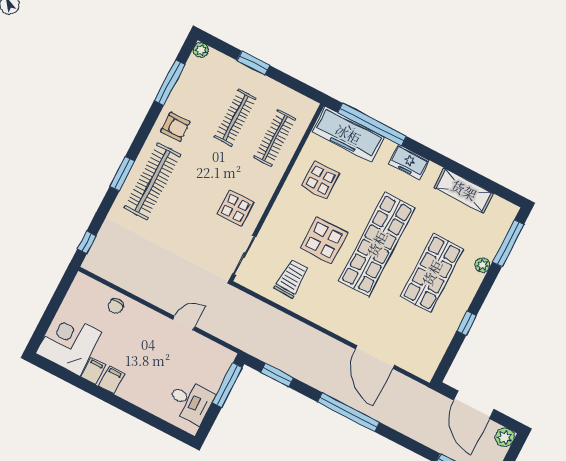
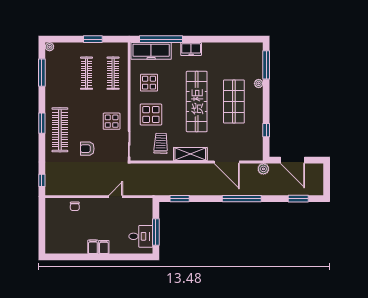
window: (253, 63) -> (93, 39), moved
armchair: (175, 127) -> (87, 149), moved, turned 180
window: (122, 174) -> (42, 123), moved
shelving: (464, 190) -> (190, 154), moved
display table: (324, 240) -> (151, 115), moved
window: (467, 323) -> (266, 130), moved
corner desk: (69, 343) -> (60, 239), removed
filing cabinet: (93, 371) -> (104, 247), moved
window: (227, 385) -> (156, 232), moved
window: (348, 412) -> (242, 199), moved
plant: (505, 437) -> (263, 169), moved

